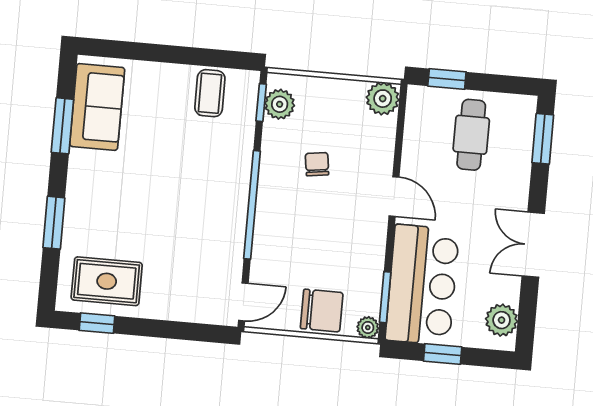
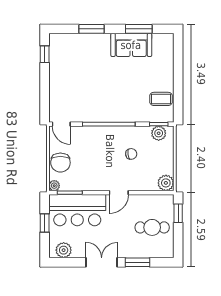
sofa: (97, 107) -> (131, 45), moved
window: (543, 139) -> (138, 262), moved
rug: (107, 281) -> (65, 57), removed

